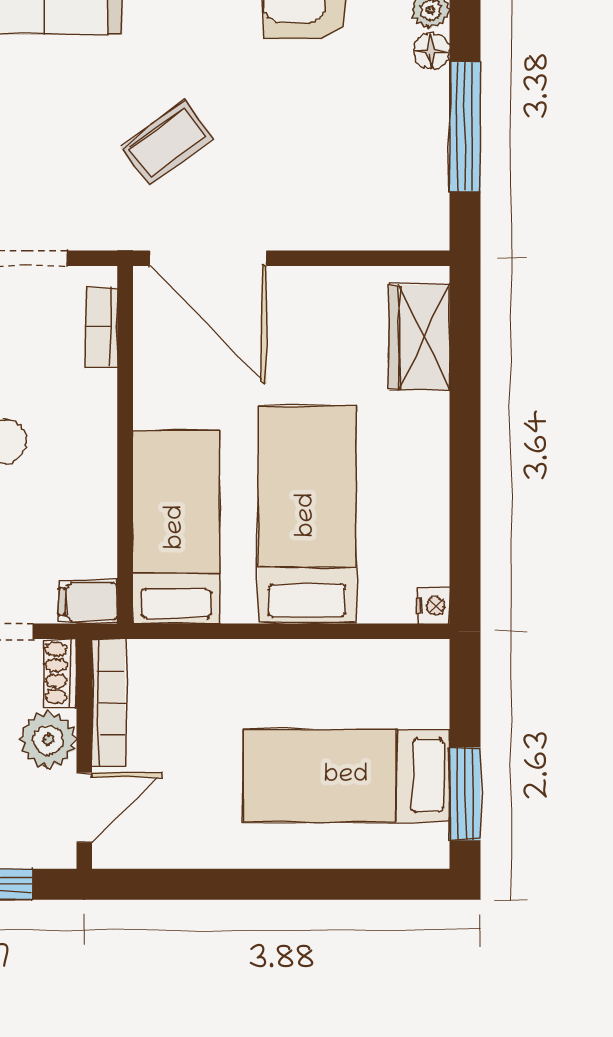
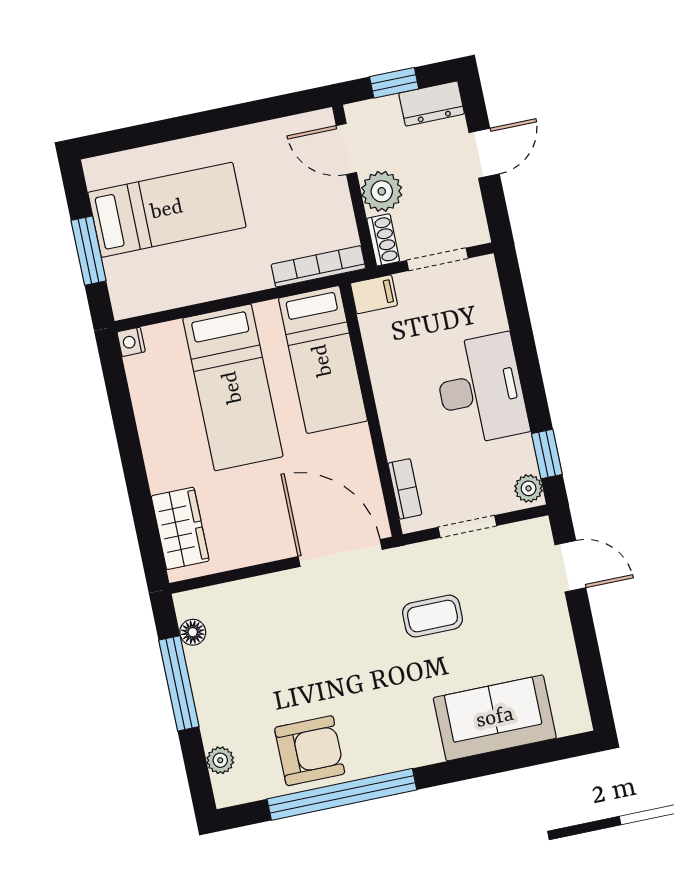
floor lamp: (432, 51) -> (193, 632), moved
coffee table: (167, 143) -> (432, 616), moved, turned 37
bookcase: (108, 703) -> (318, 266), moved, turned 90
window: (465, 794) -> (89, 251), moved
door: (84, 808) -> (346, 149), hinge flipped

